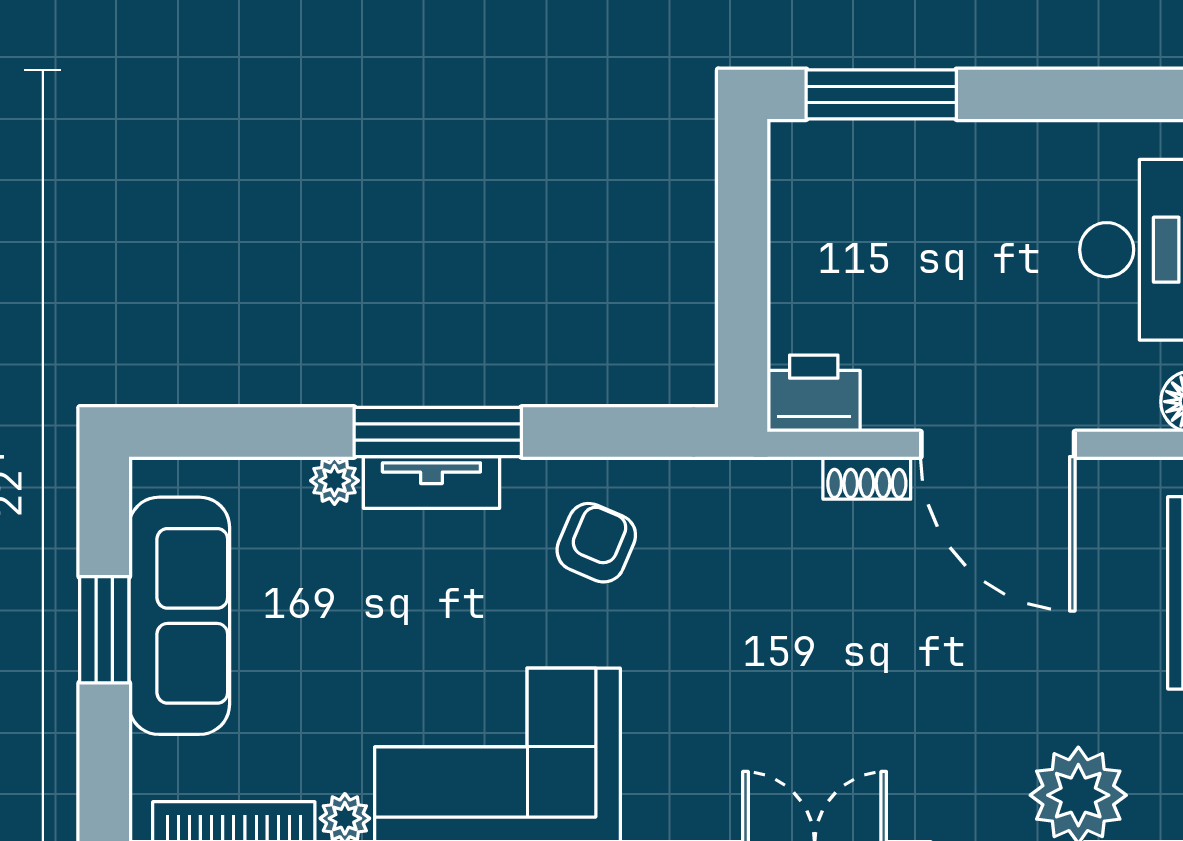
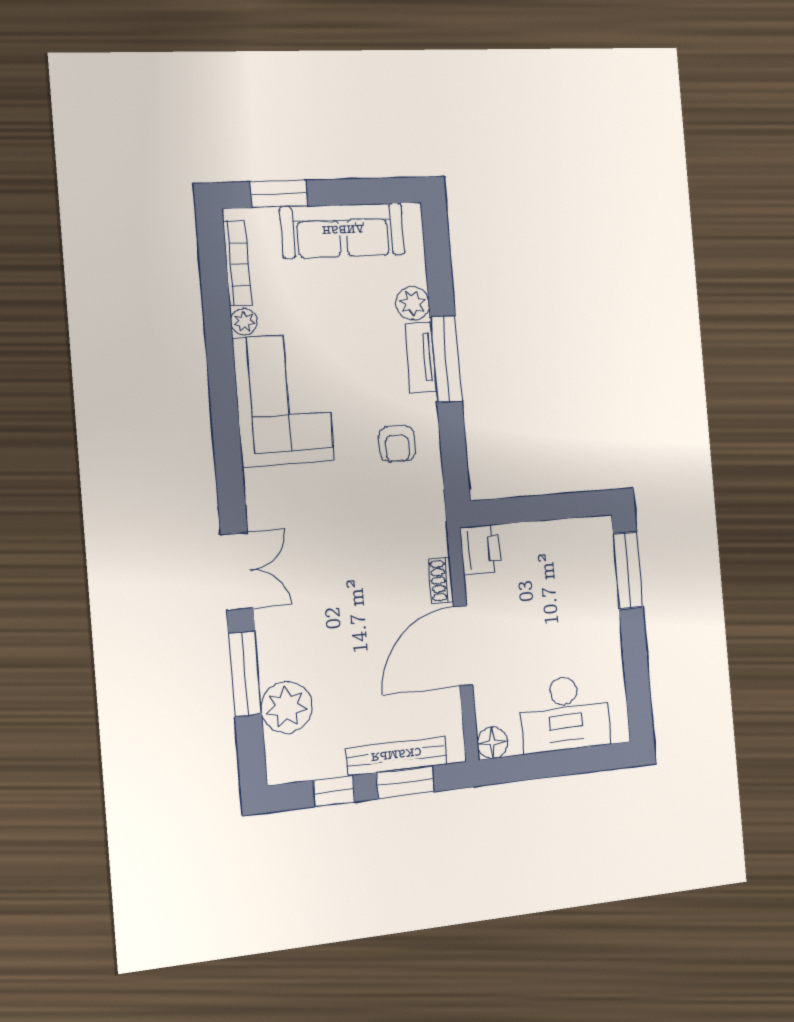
plant: (334, 481) -> (413, 303), width x1.38, depth x1.38
armchair: (596, 543) -> (397, 444), turned 67
window: (104, 630) -> (279, 194), moved

